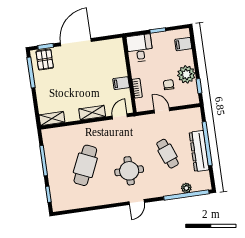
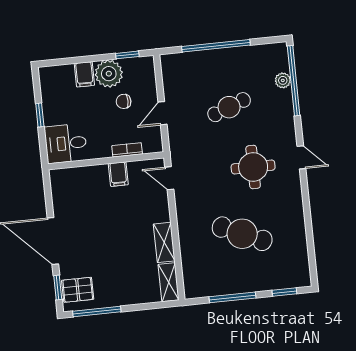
filing cabinet: (183, 44) -> (84, 74), moved
shelving: (92, 113) -> (164, 242), moved
dresser: (199, 151) -> (227, 59), removed

